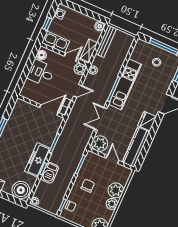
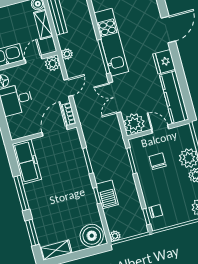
shelving: (89, 51) -> (43, 24), moved
freezer: (38, 160) -> (27, 162), moved, turned 180
chair: (88, 186) -> (158, 161), moved

